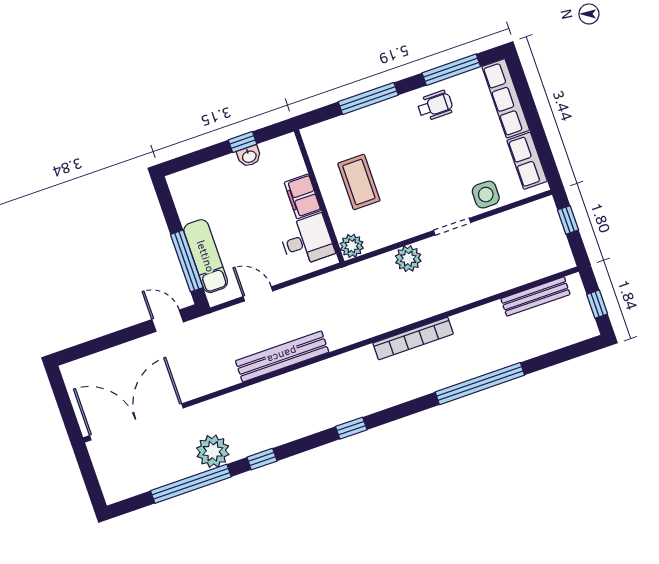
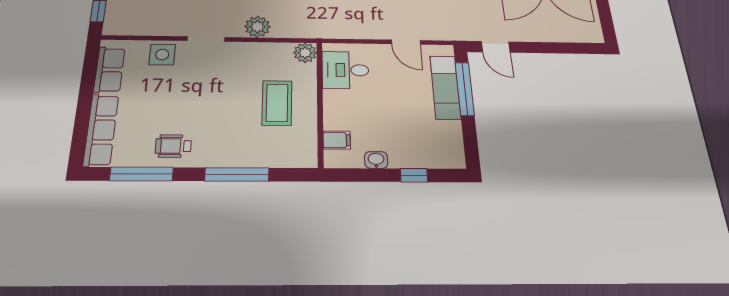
window: (243, 142) -> (414, 175), moved
filing cabinet: (303, 196) -> (337, 140), moved, width x0.50

